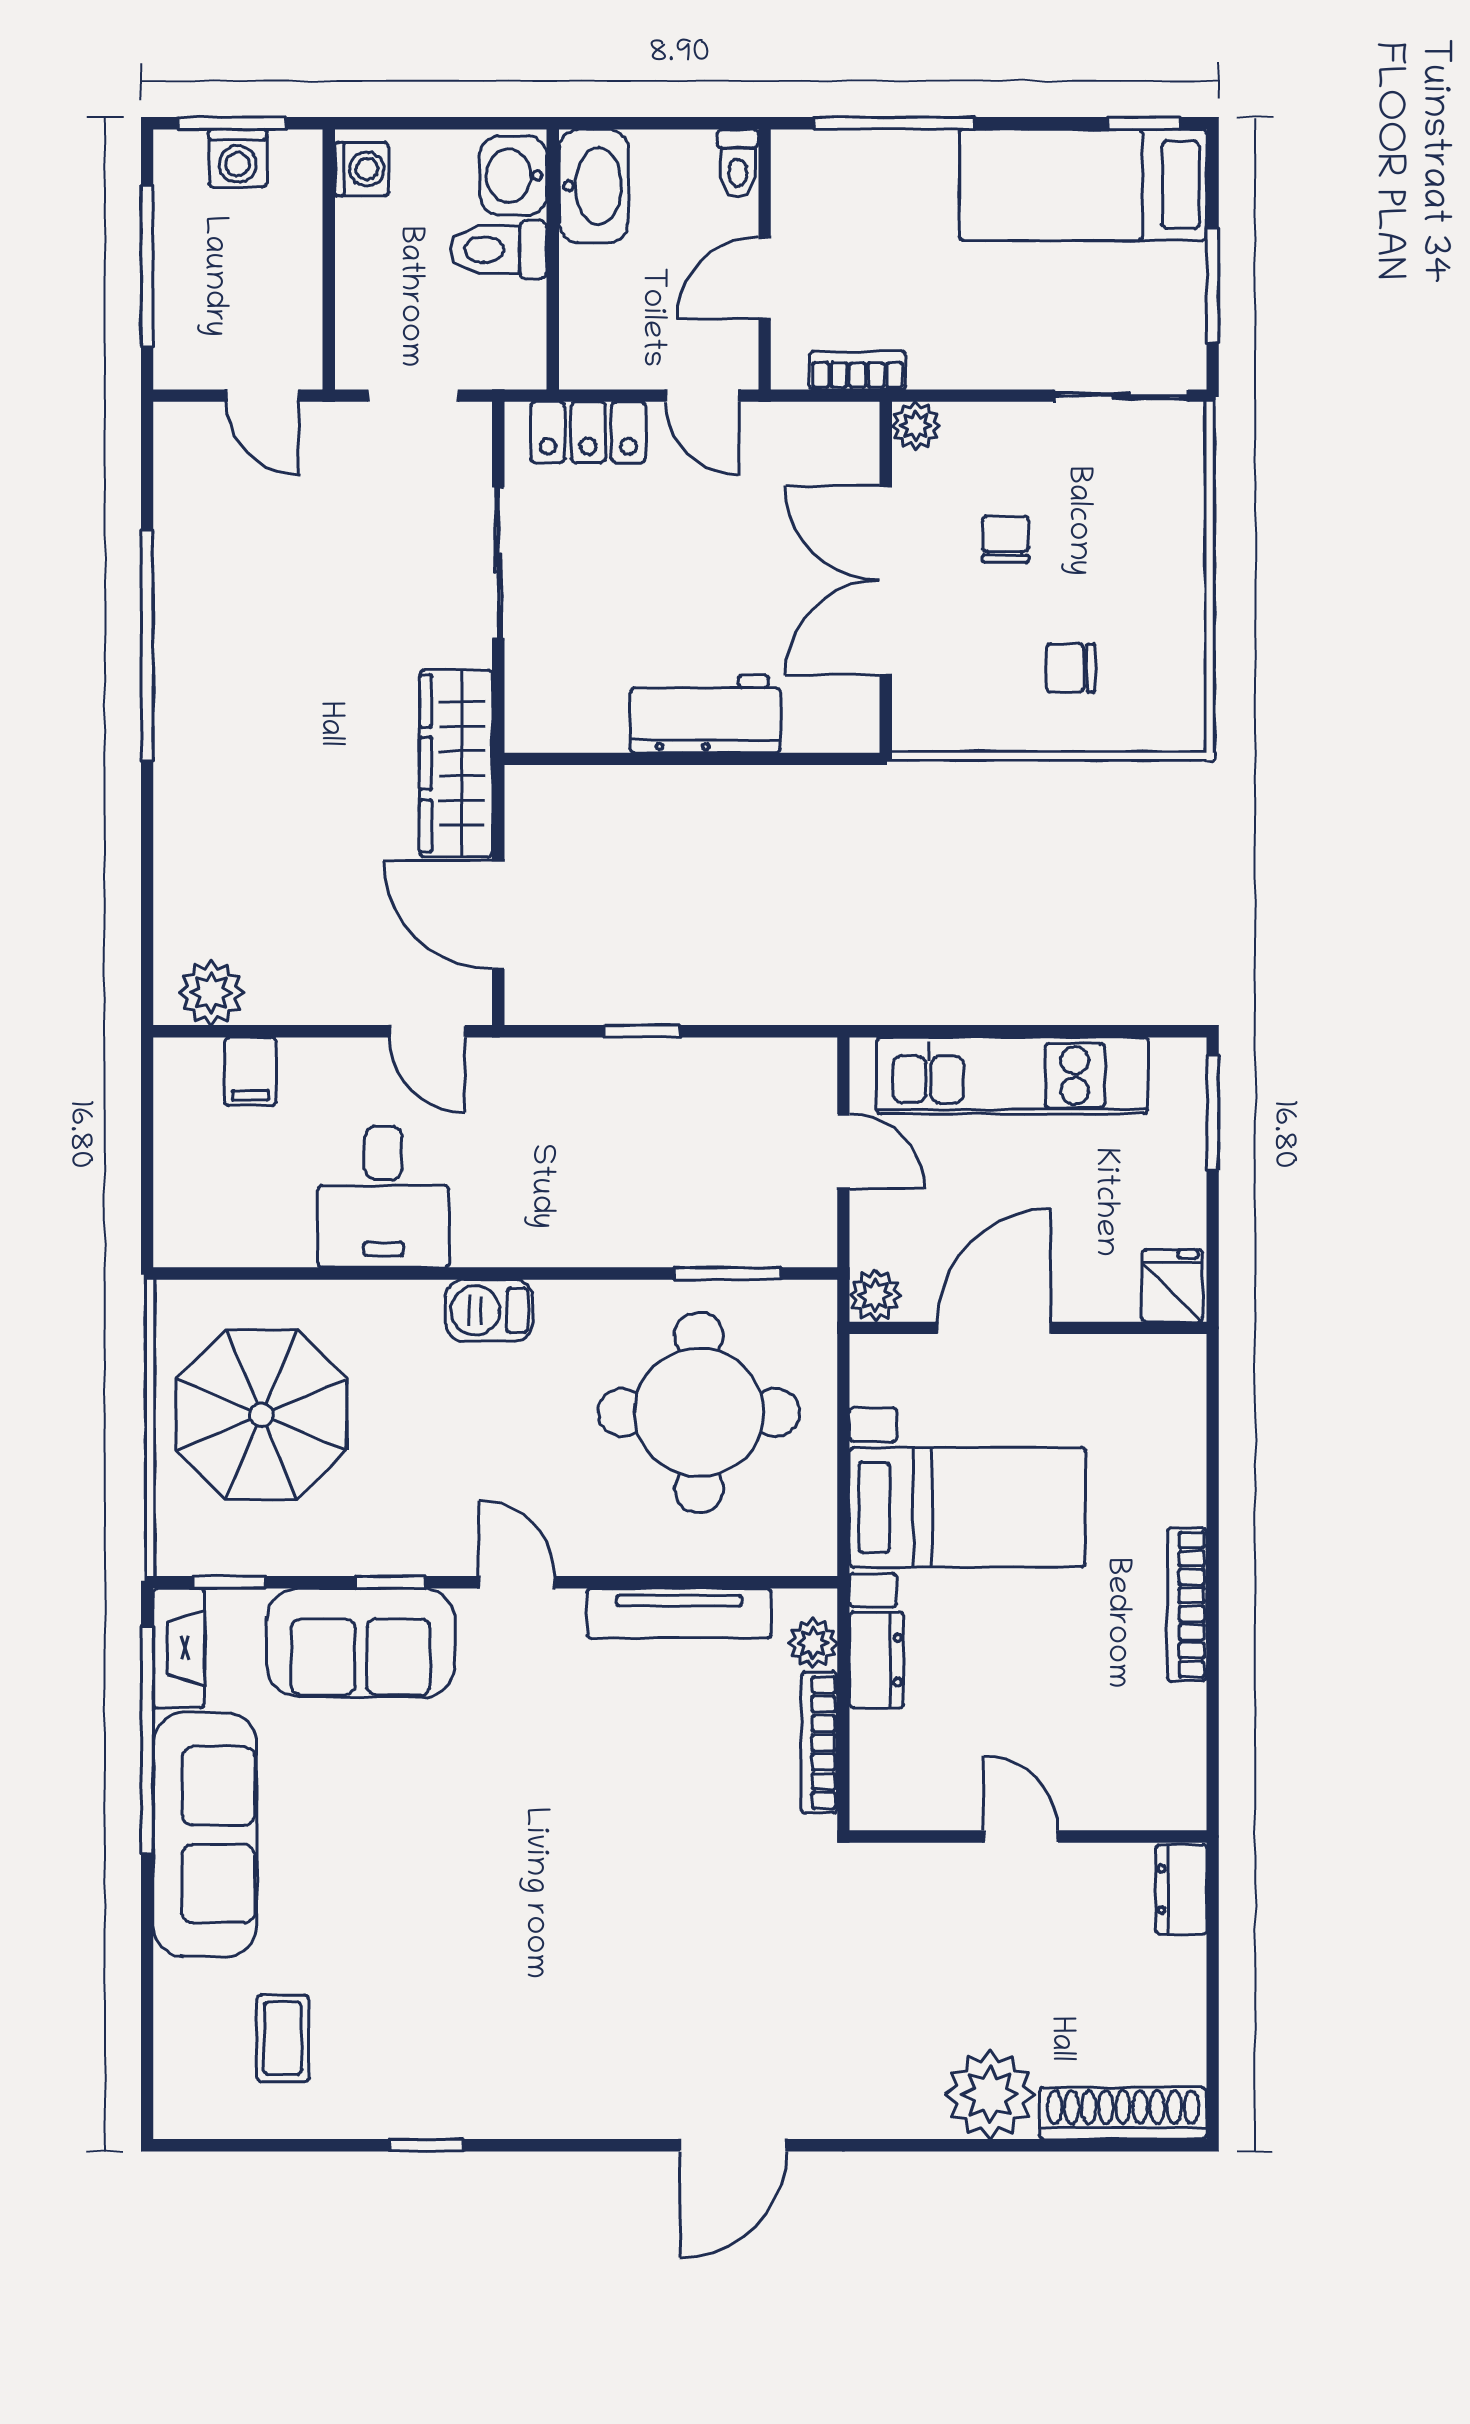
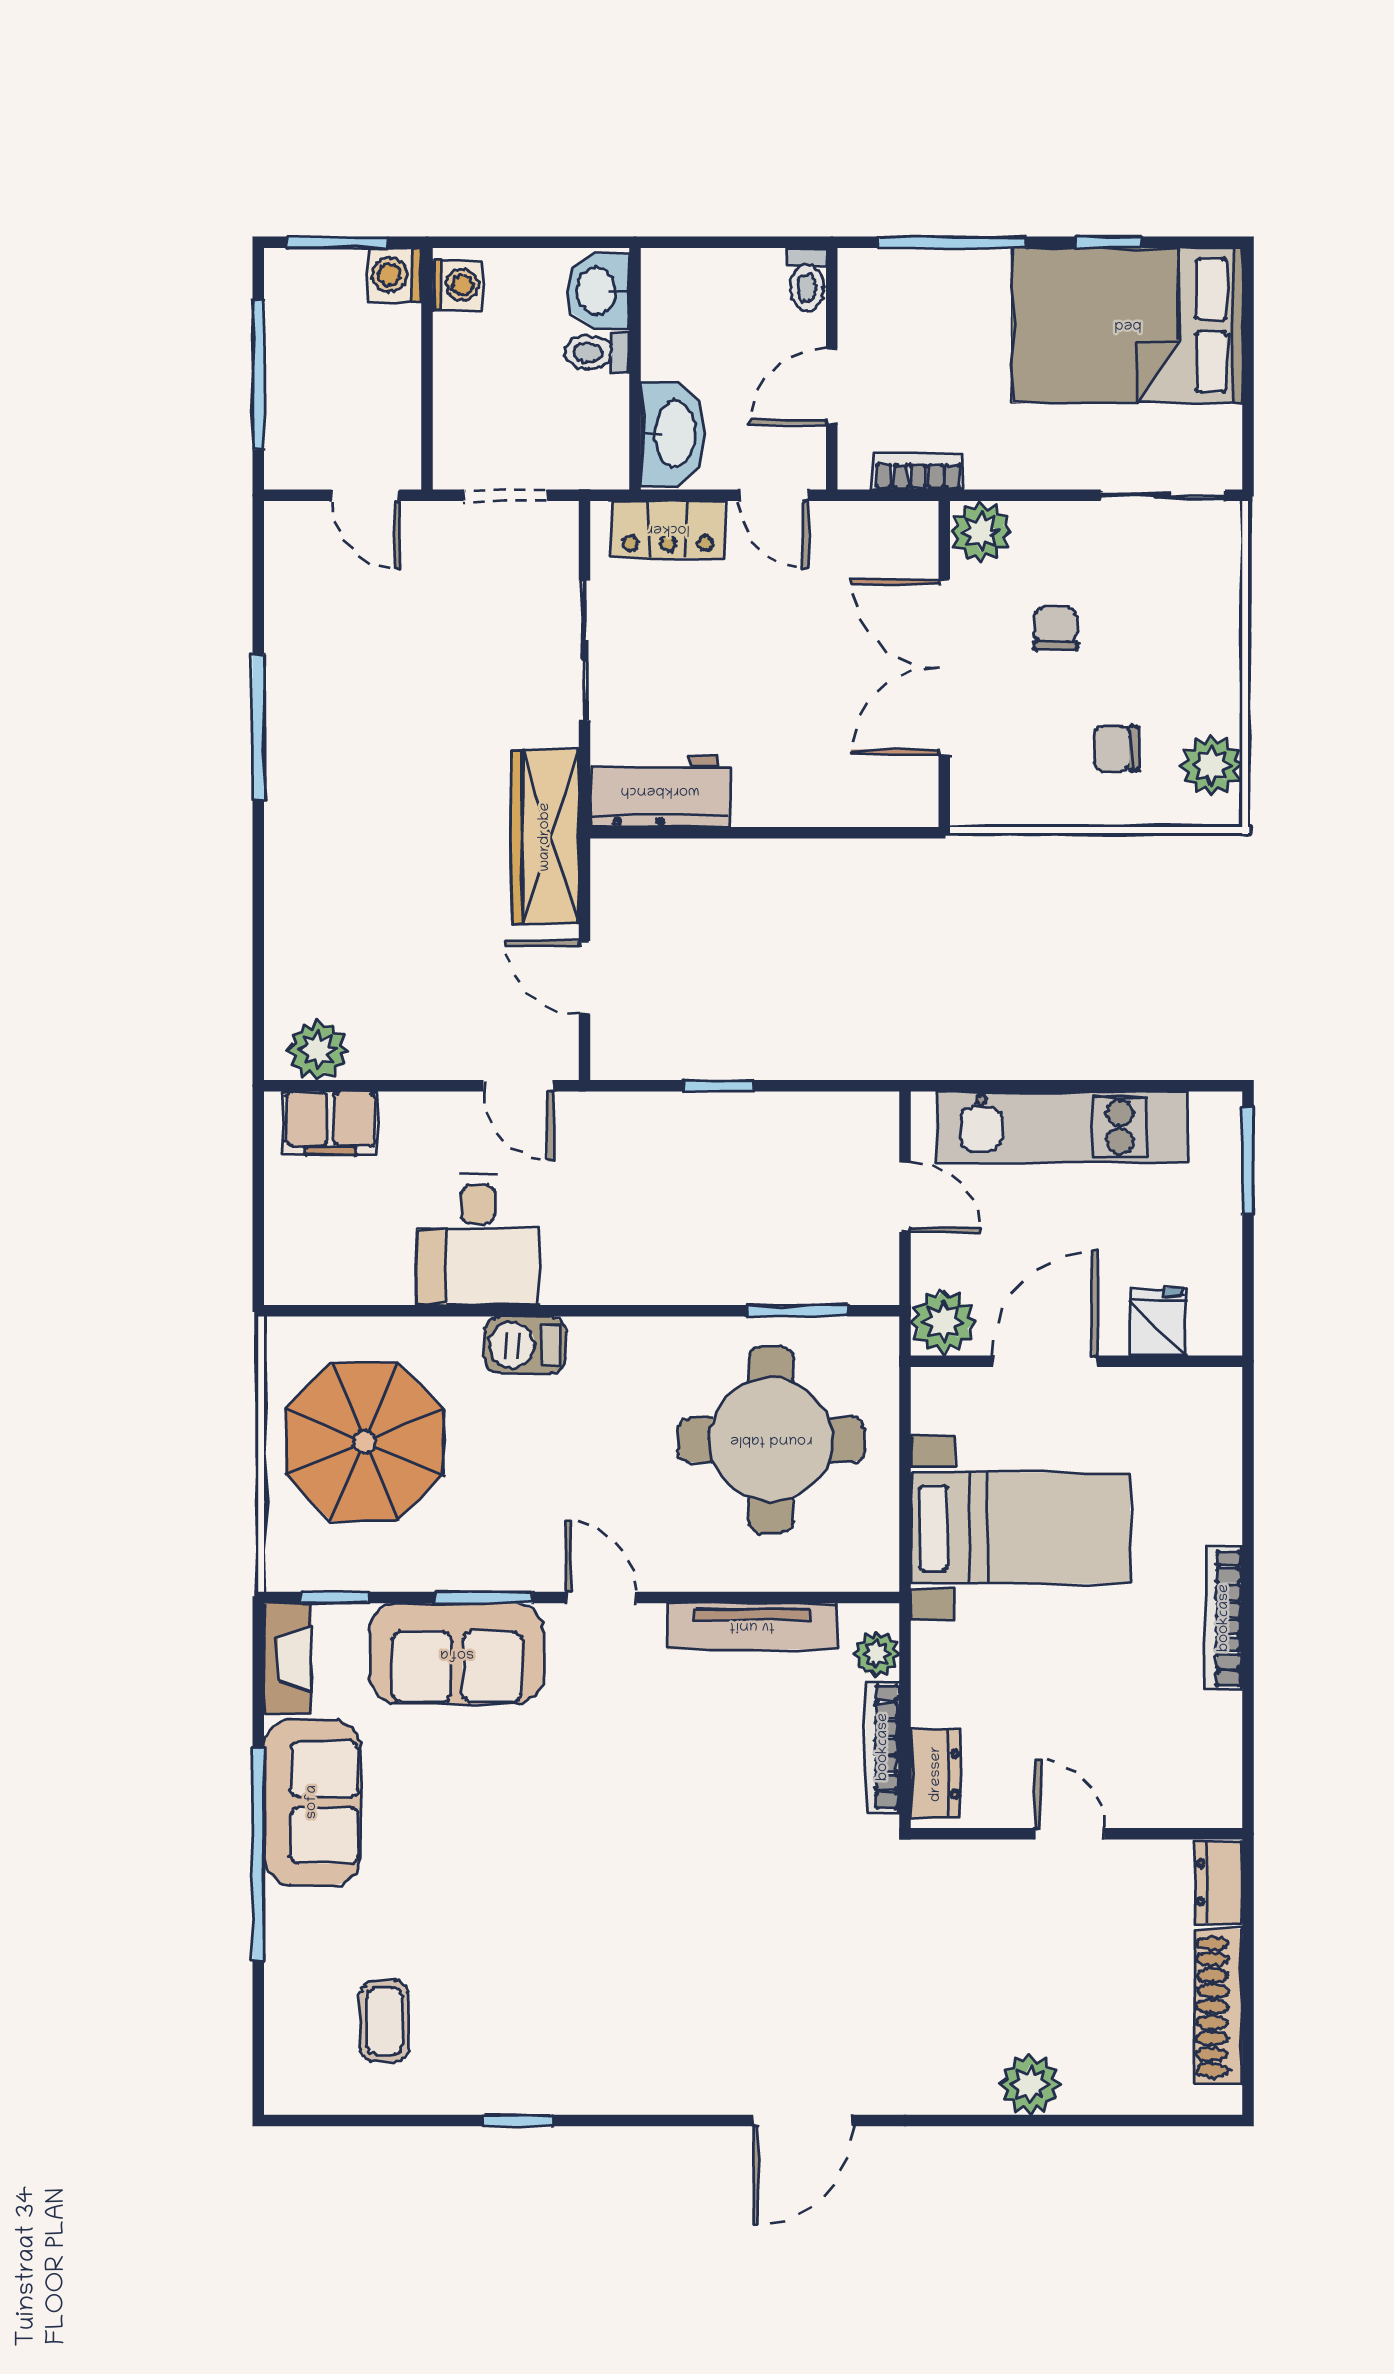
window: (1144, 123) -> (1109, 242), moved
washing machine: (238, 158) -> (394, 275), moved, turned 90
bed: (1083, 185) -> (1128, 325), width x1.50
washbasin: (594, 186) -> (673, 434), moved
toilet: (498, 250) -> (597, 352), width x0.73, depth x0.72
window: (1213, 286) -> (1248, 393), removed
plant: (916, 426) -> (981, 532), width x1.38, depth x1.38
window: (147, 645) -> (258, 727), width x0.68
plant: (1173, 687) -> (1212, 766), added
workbench: (705, 714) -> (660, 791), moved
door: (498, 915) -> (584, 978), width x0.73
filing cabinet: (250, 1071) -> (330, 1123), width x2.00
fridge: (1172, 1286) -> (1158, 1322), moved
plant: (875, 1295) -> (943, 1322), width x1.38, depth x1.38
barbecue: (489, 1310) -> (525, 1345), moved
window: (390, 1582) -> (484, 1598), width x1.50
dresser: (876, 1660) -> (936, 1774), moved
window: (147, 1740) -> (258, 1854), moved
sofa: (205, 1835) -> (312, 1802), width x0.73
plant: (990, 2095) -> (1030, 2084), width x0.73, depth x0.73
shoe rack: (1123, 2113) -> (1218, 2007), moved, turned -90

